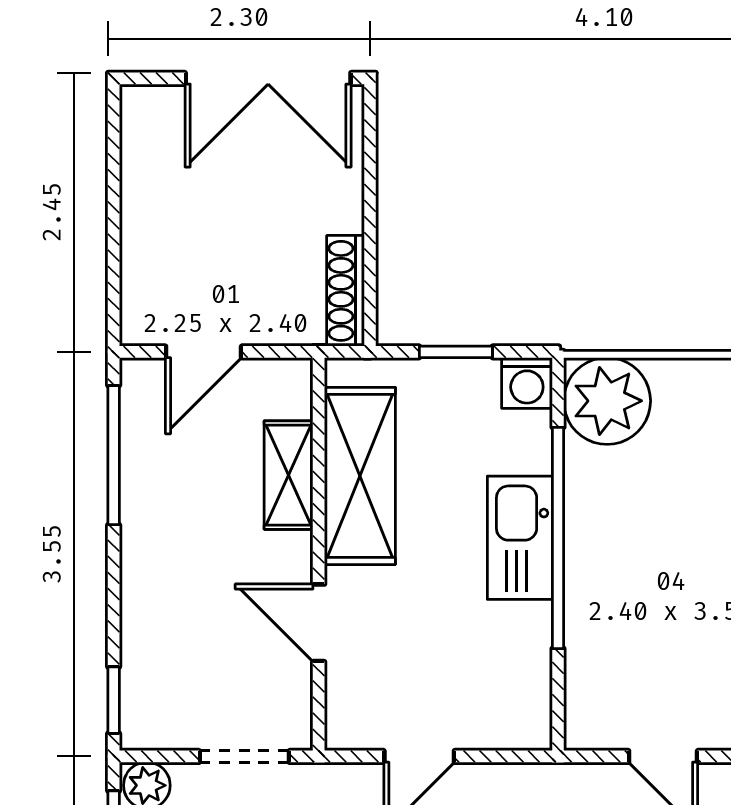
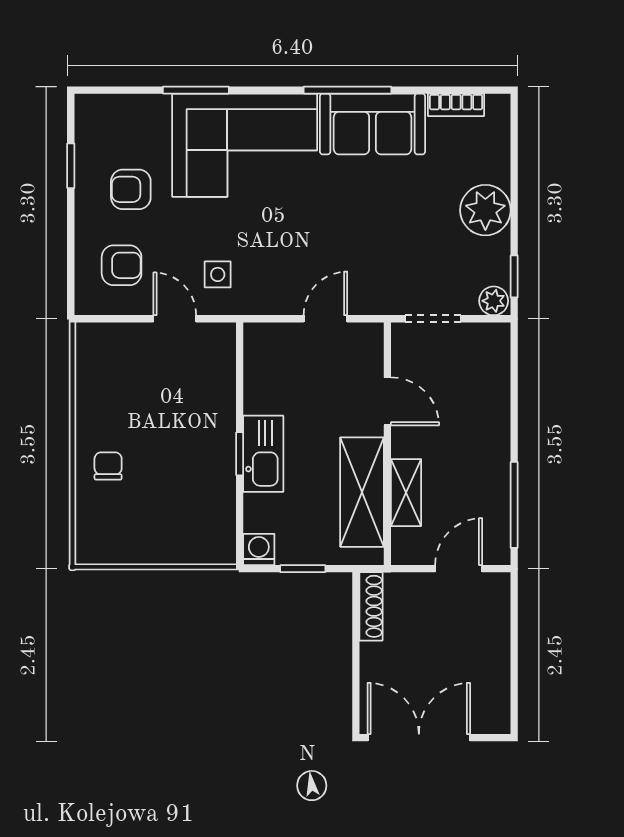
plant: (607, 401) -> (209, 538), removed
window: (558, 538) -> (240, 454), width x0.32
window: (114, 700) -> (514, 354), removed

